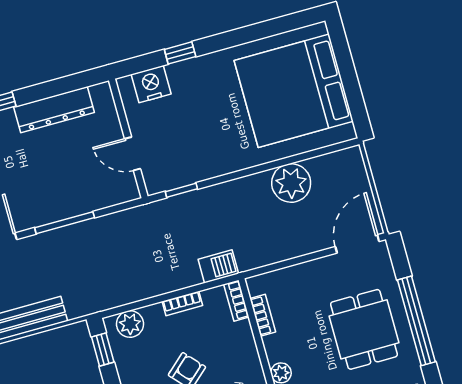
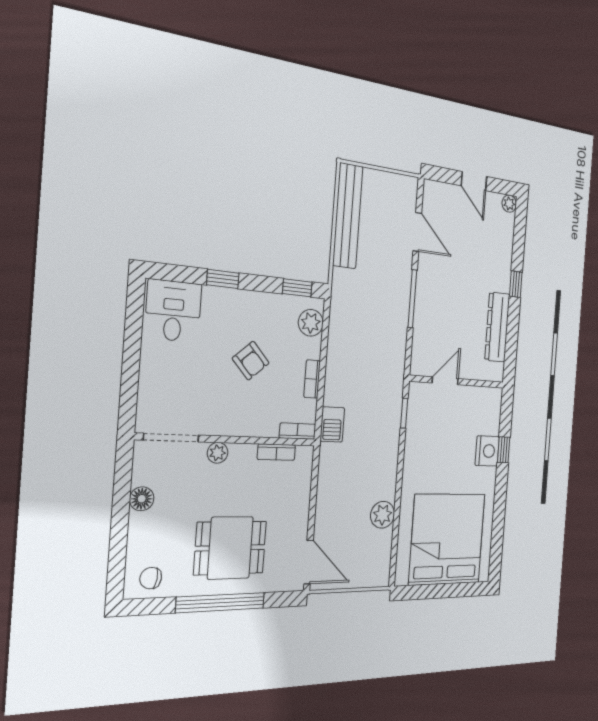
nightstand: (151, 84) -> (487, 451), moved
plant: (291, 183) -> (383, 515), width x0.73, depth x0.73

